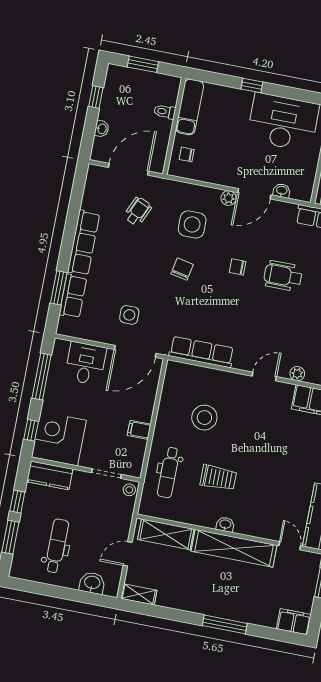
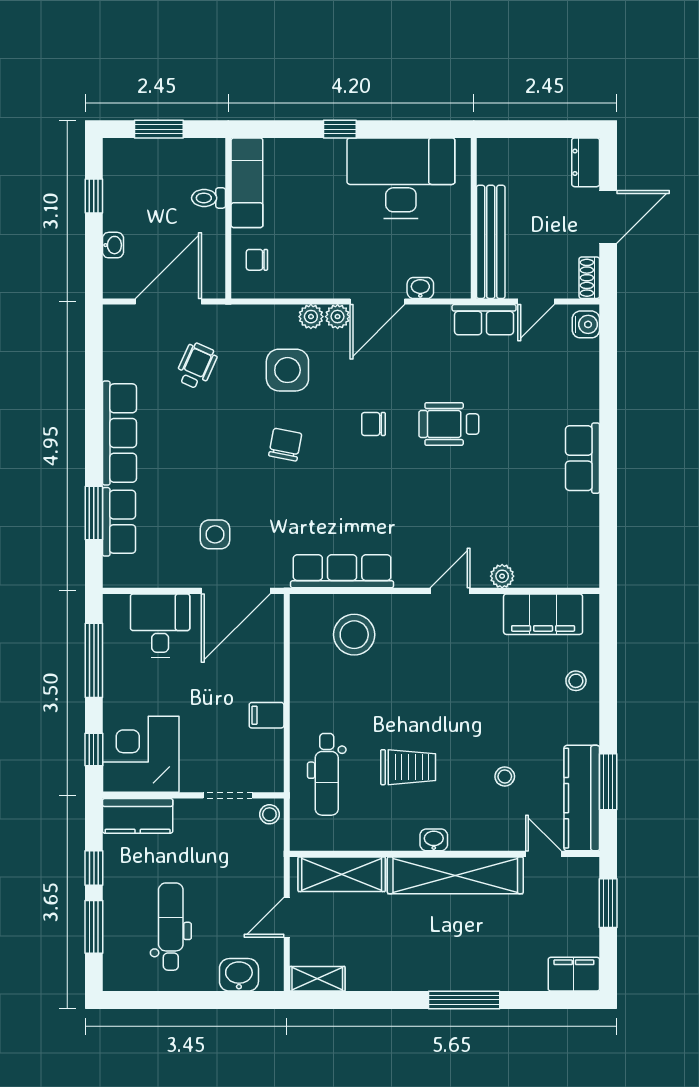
plant: (213, 195) -> (311, 317), added
stool: (204, 418) -> (354, 635), moved
stool: (275, 495) -> (505, 776), added

